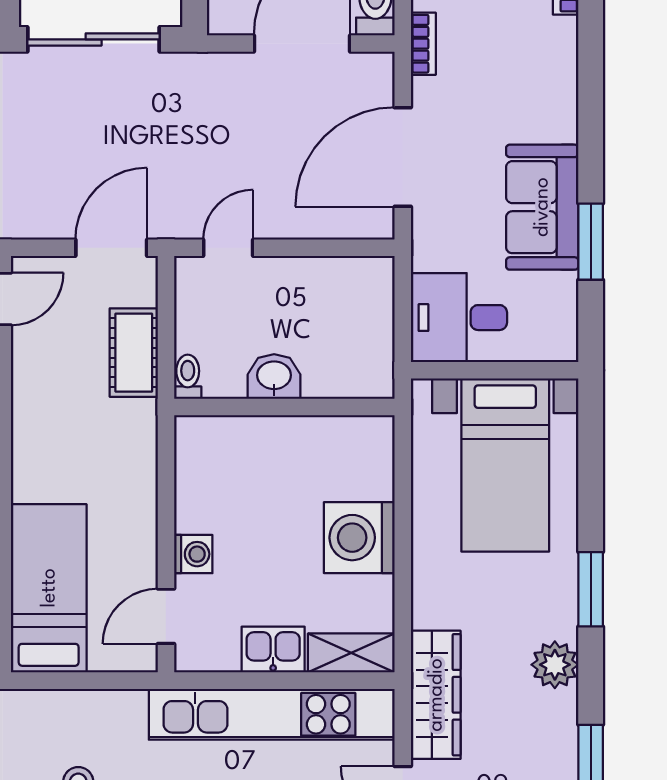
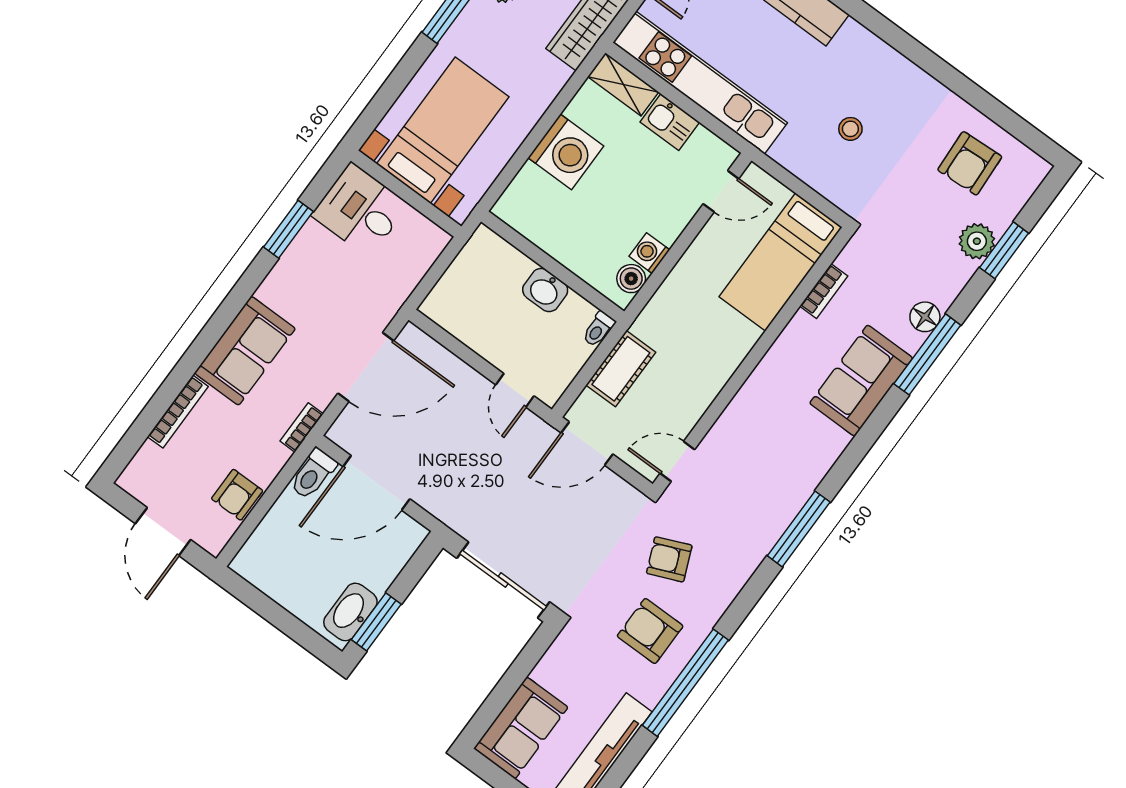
sofa: (542, 207) -> (245, 351), moved
door: (228, 248) -> (515, 390), hinge flipped
desk: (459, 318) -> (360, 210), moved, turned 180
boiler: (193, 455) -> (631, 279), added
washing machine: (193, 554) -> (649, 253), moved

